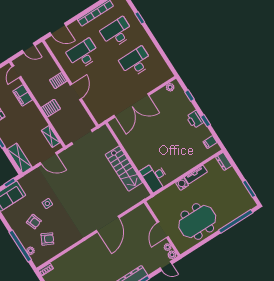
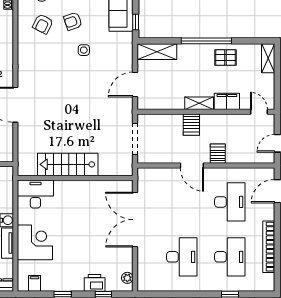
printer: (195, 119) -> (95, 283), moved
shelving: (51, 137) -> (199, 103), moved
corner desk: (185, 158) -> (35, 242), added

